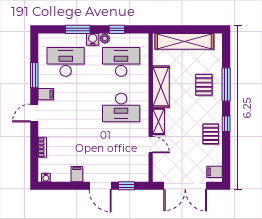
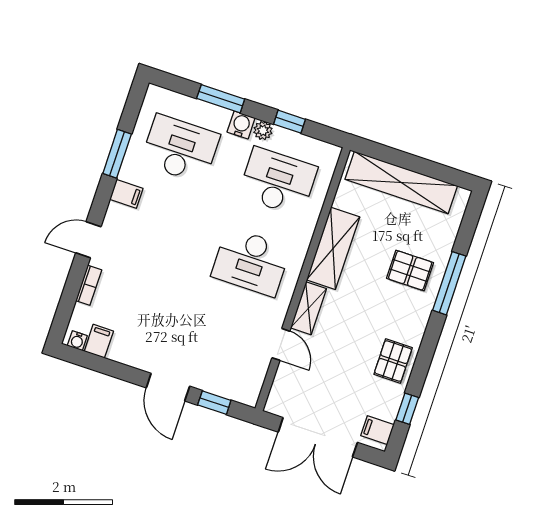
pallet: (204, 85) -> (410, 271), turned 90
door: (34, 113) -> (88, 240), moved
window: (226, 124) -> (407, 409), moved
filing cabinet: (77, 174) -> (99, 341), moved

